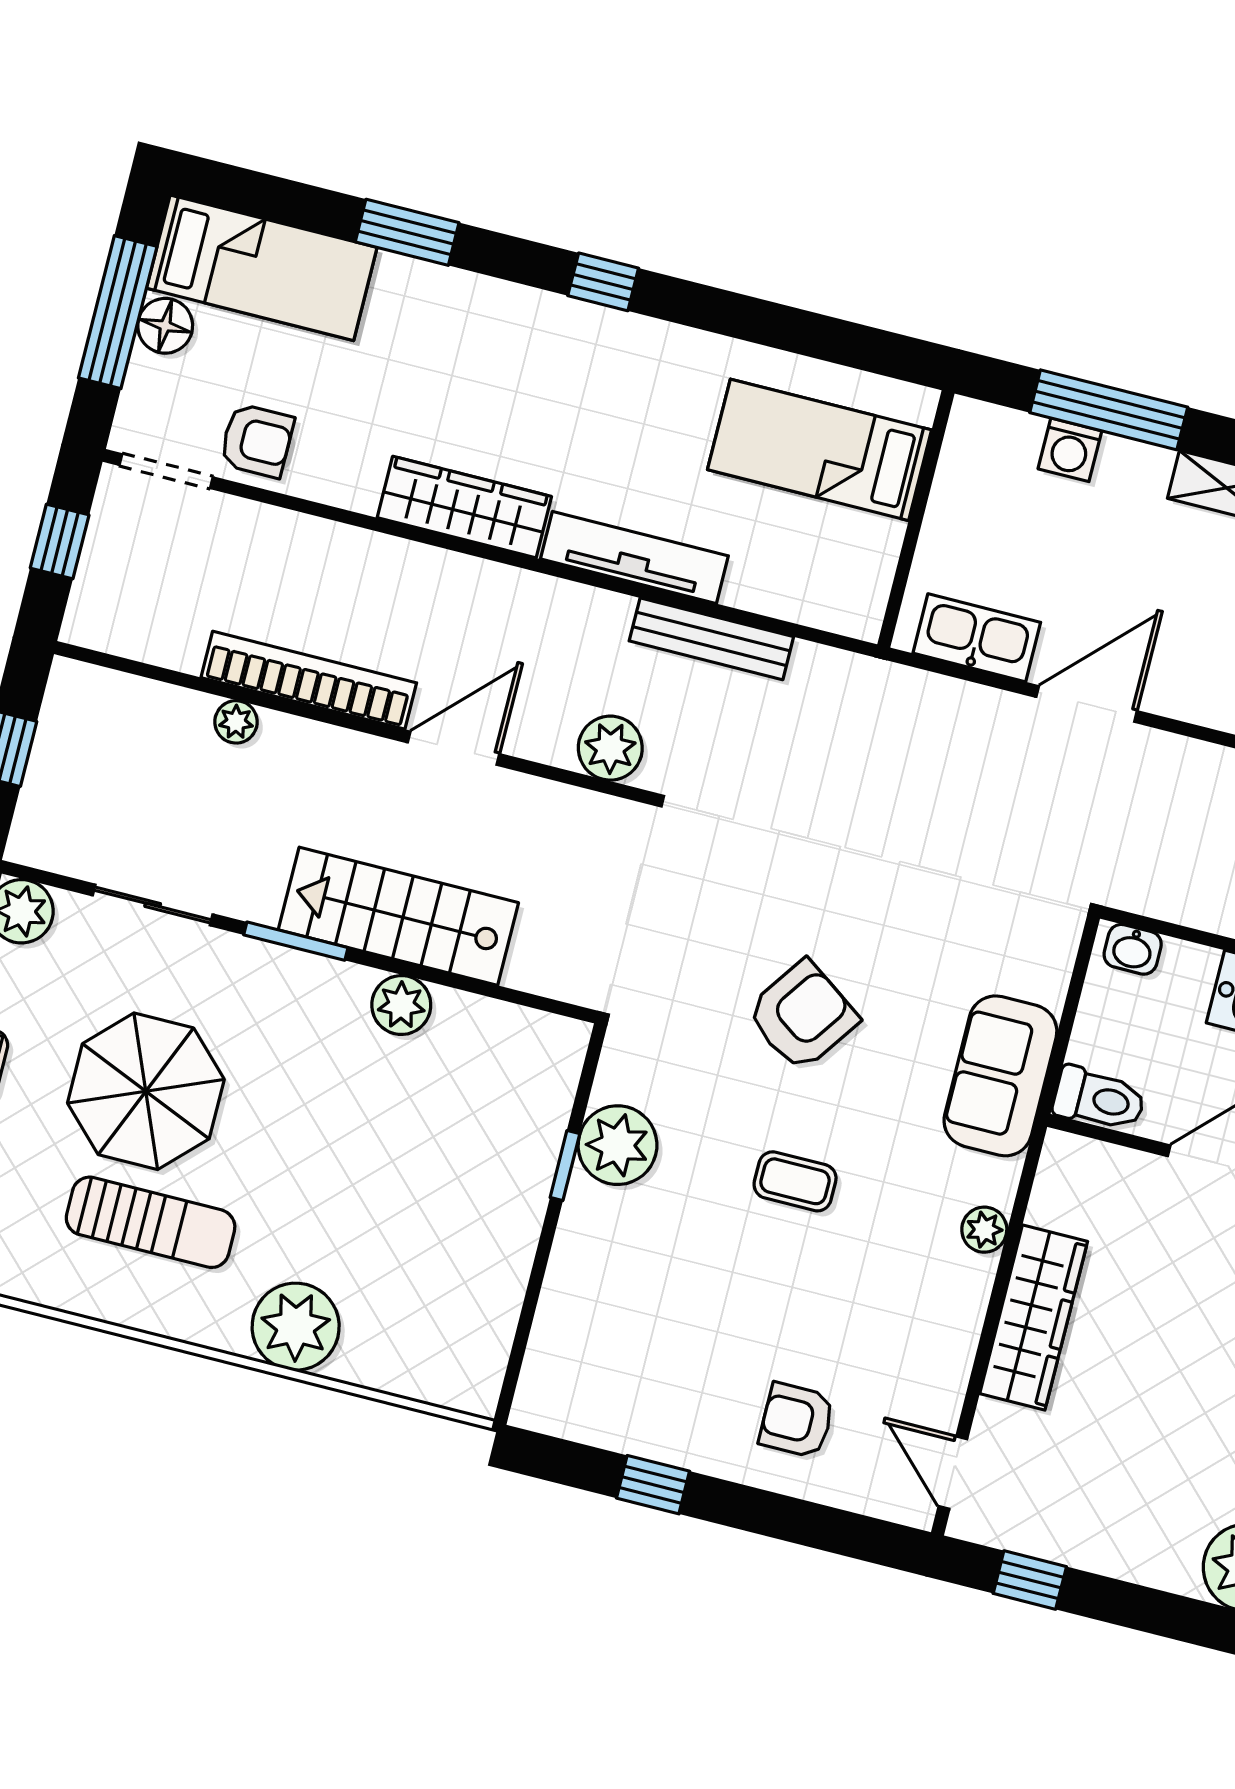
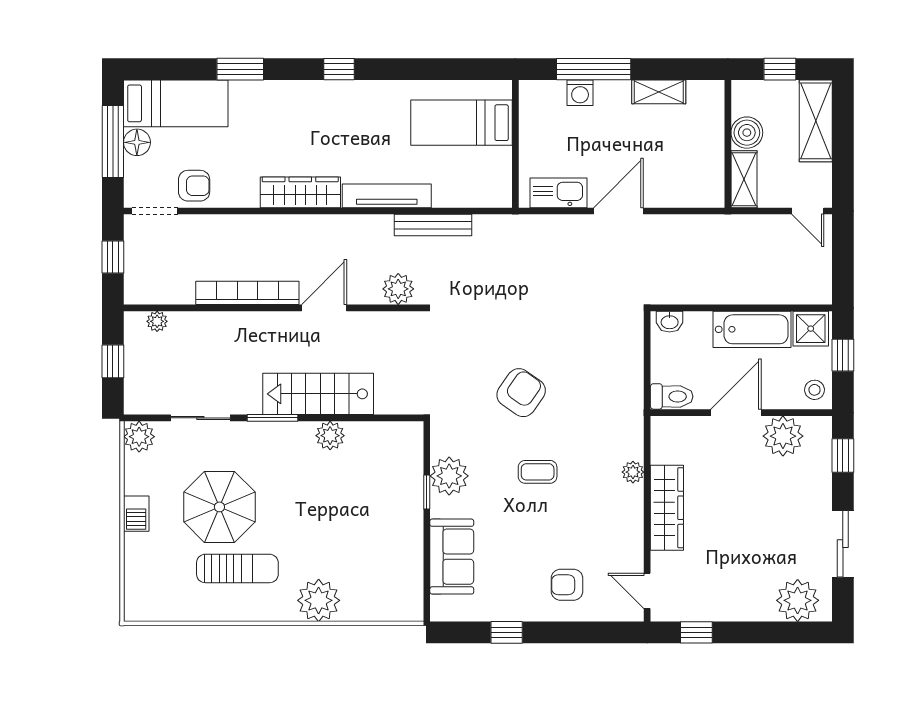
plant: (236, 722) -> (157, 321), moved
sofa: (1000, 1076) -> (452, 557), moved, turned 180

